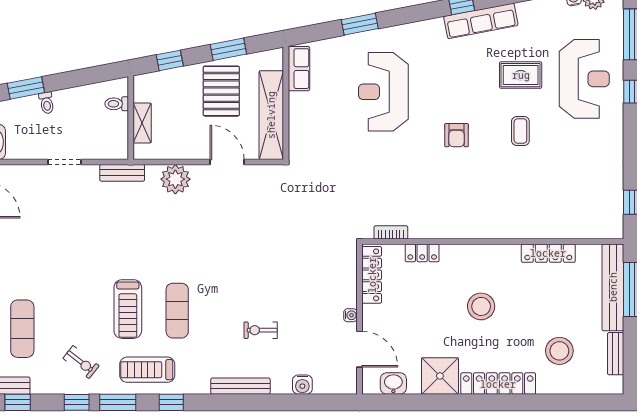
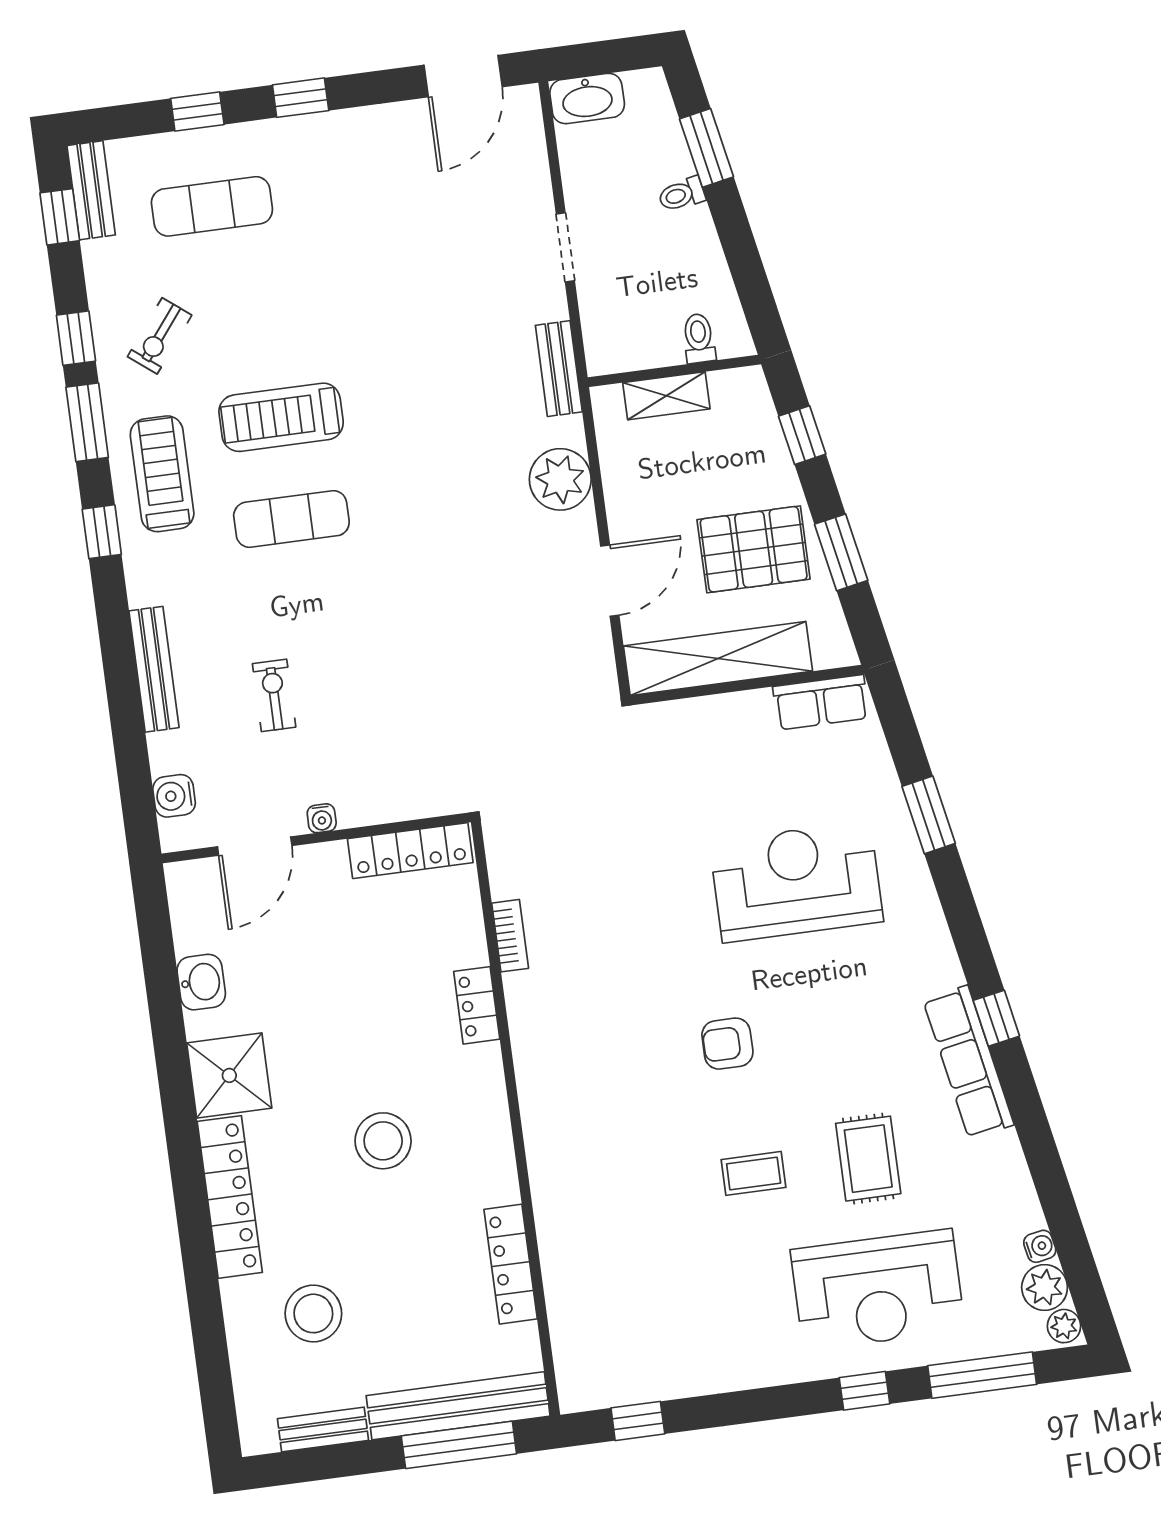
locker: (372, 275) -> (410, 851), moved
water cooler: (350, 315) -> (322, 818), moved
wall: (359, 319) -> (316, 838), moved
door: (359, 349) -> (255, 846), moved

